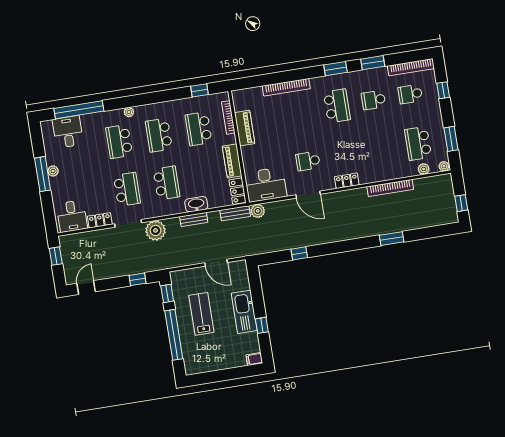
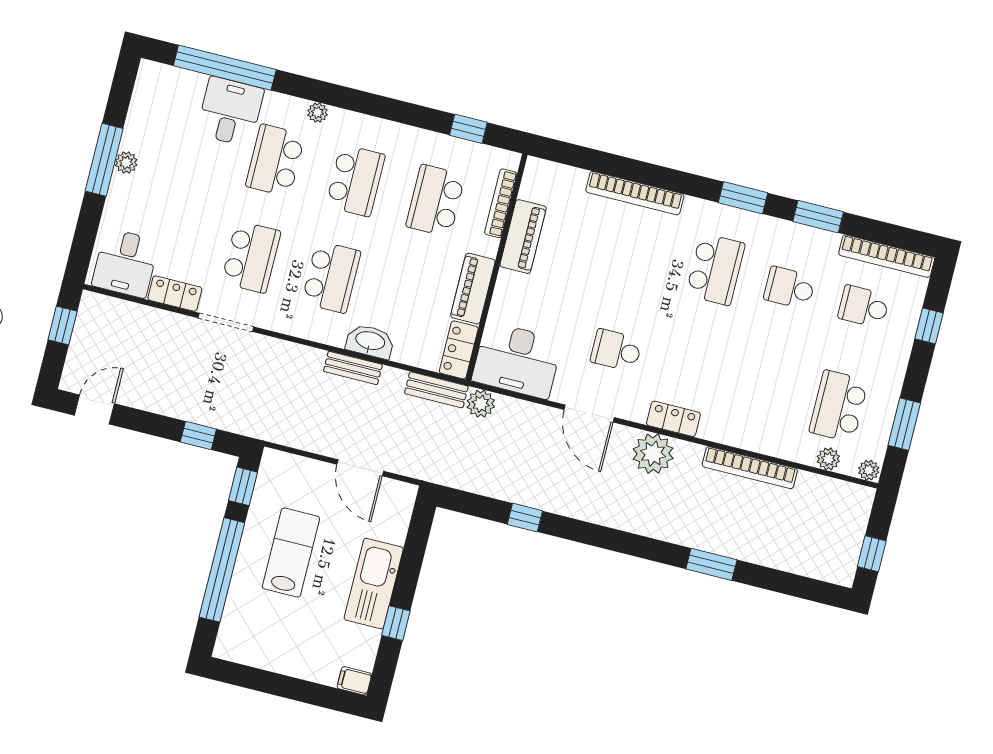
desk: (68, 132) -> (230, 112), moved
school desk: (159, 135) -> (355, 180), turned 180
plant: (156, 230) -> (653, 454), moved

